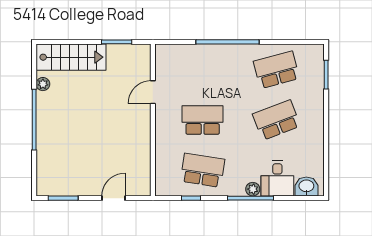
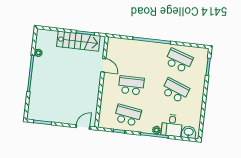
stairs: (71, 57) -> (78, 41), moved
school desk: (276, 70) -> (179, 60), turned 33
door: (153, 92) -> (103, 65), swing flipped
school desk: (276, 120) -> (175, 90), turned 42
door: (113, 198) -> (83, 127), moved

